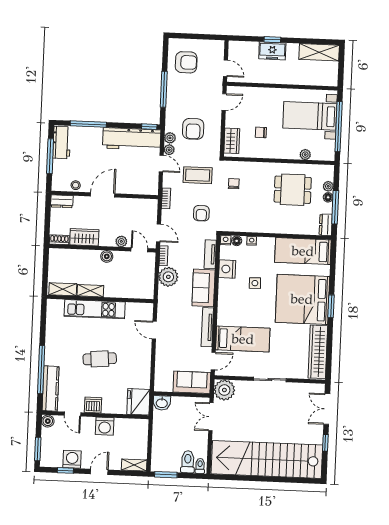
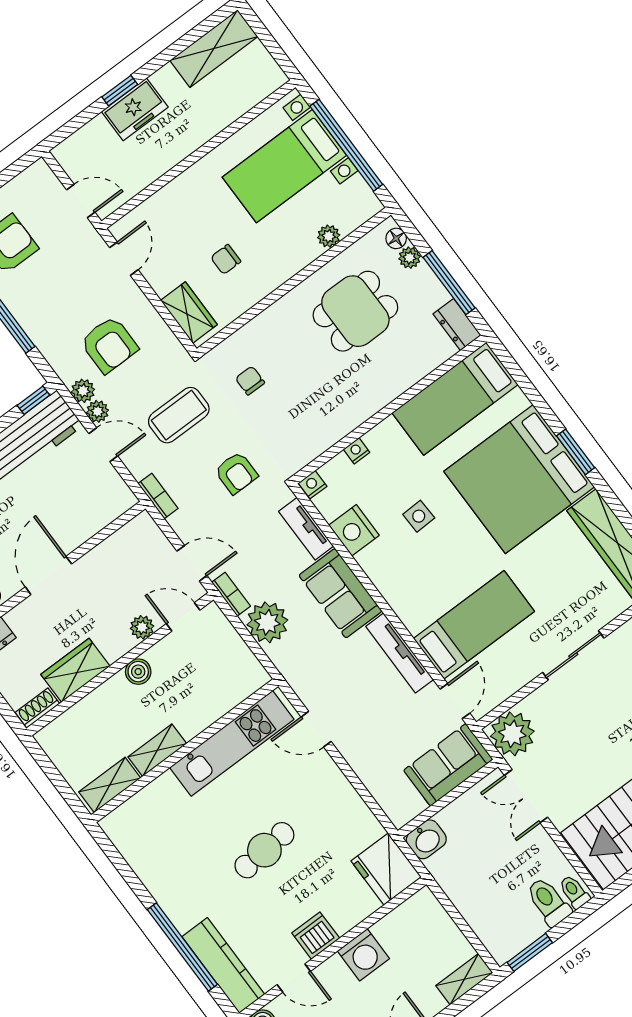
floor lamp: (328, 197) -> (396, 238), moved
floor lamp: (237, 241) -> (332, 471), removed
kitchen unit: (95, 309) -> (232, 743), moved

